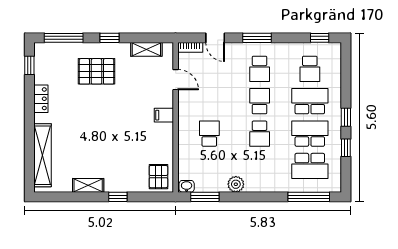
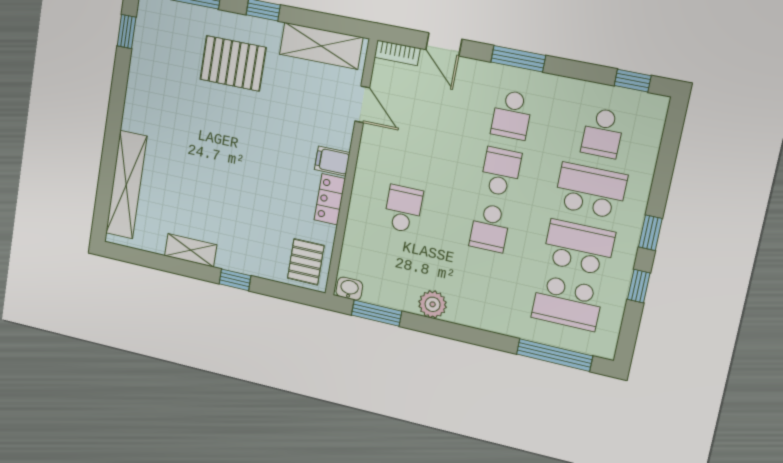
shelving: (146, 49) -> (321, 46), width x1.50, depth x1.33
locker: (41, 99) -> (330, 199), moved, turned 180

